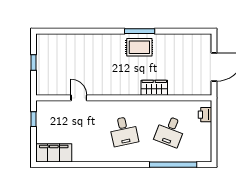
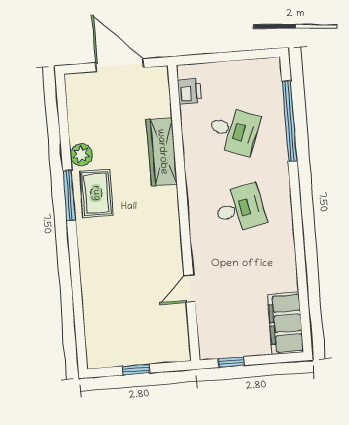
plant: (163, 40) -> (81, 155), added
wardrobe: (154, 88) -> (162, 152), width x1.50
printer: (205, 115) -> (189, 91), moved, turned -90

